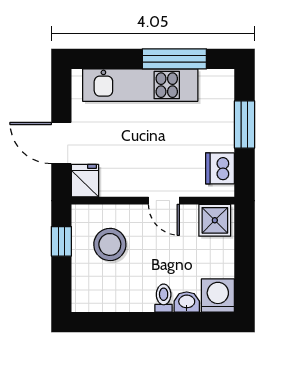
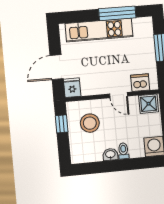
door: (61, 143) -> (57, 67), hinge flipped
dishwasher: (220, 168) -> (140, 83), moved, turned 90
washbasin: (187, 302) -> (110, 154), moved

